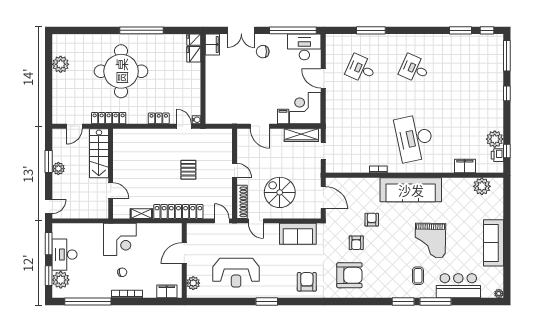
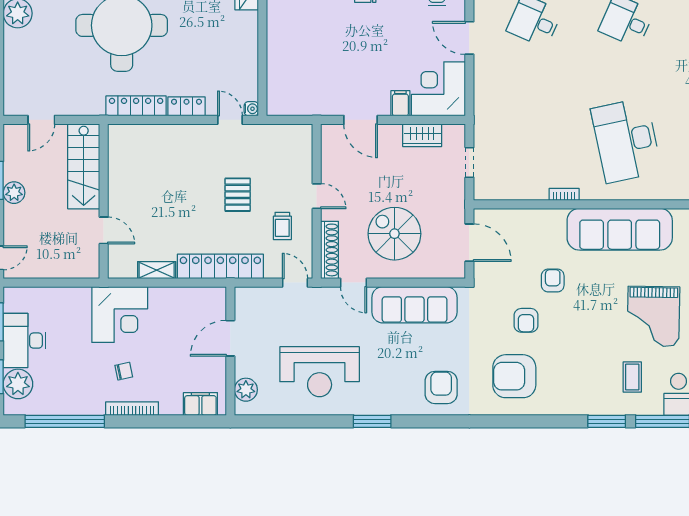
locker: (109, 118) -> (136, 106), moved
wardrobe: (301, 135) -> (422, 135), width x0.67
trolley: (214, 188) -> (282, 226), added
sofa: (298, 234) -> (415, 305), width x1.36
armchair: (349, 275) -> (514, 376), turned 180

